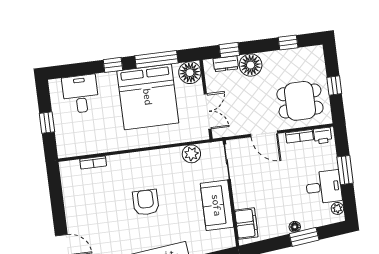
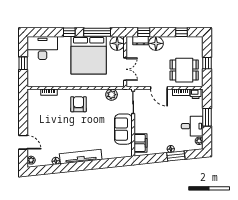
desk: (81, 94) -> (42, 48), width x1.37
armchair: (146, 202) -> (79, 104), moved

